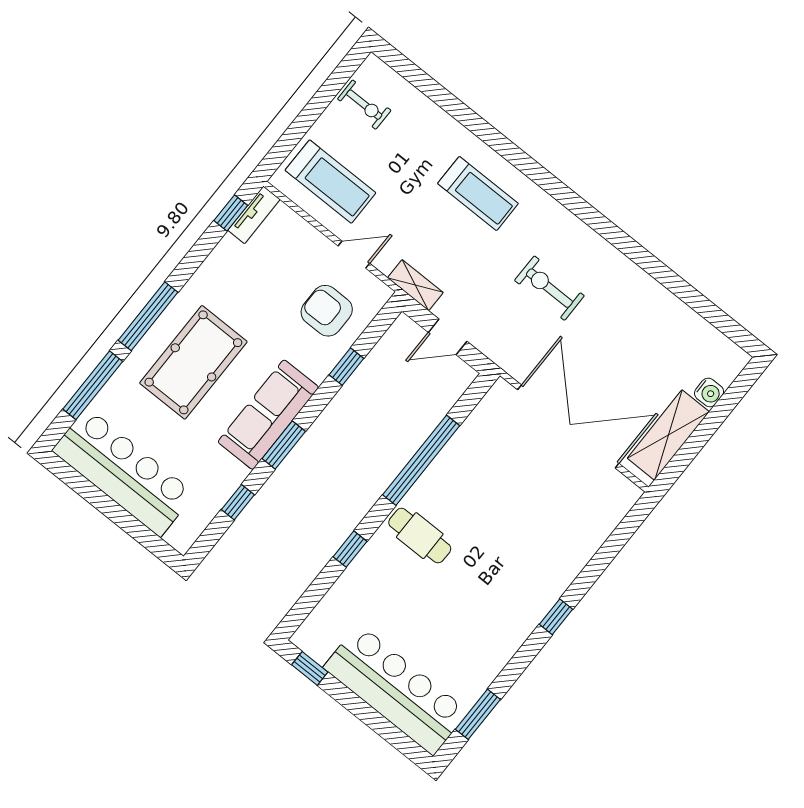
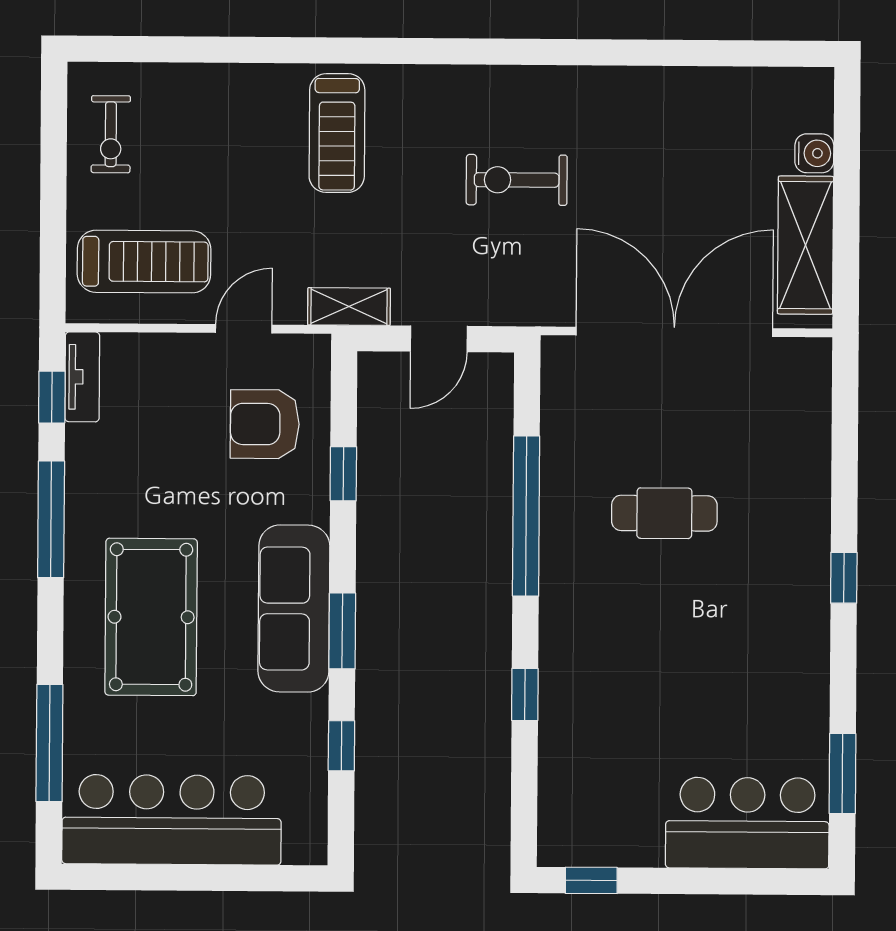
exercise bike: (364, 105) -> (111, 134), turned 90
treadmill: (478, 193) -> (337, 133), turned 90
window: (148, 316) -> (51, 519), moved
cafe table: (420, 536) -> (664, 513), moved
bar counter: (396, 690) -> (747, 823), width x0.73

